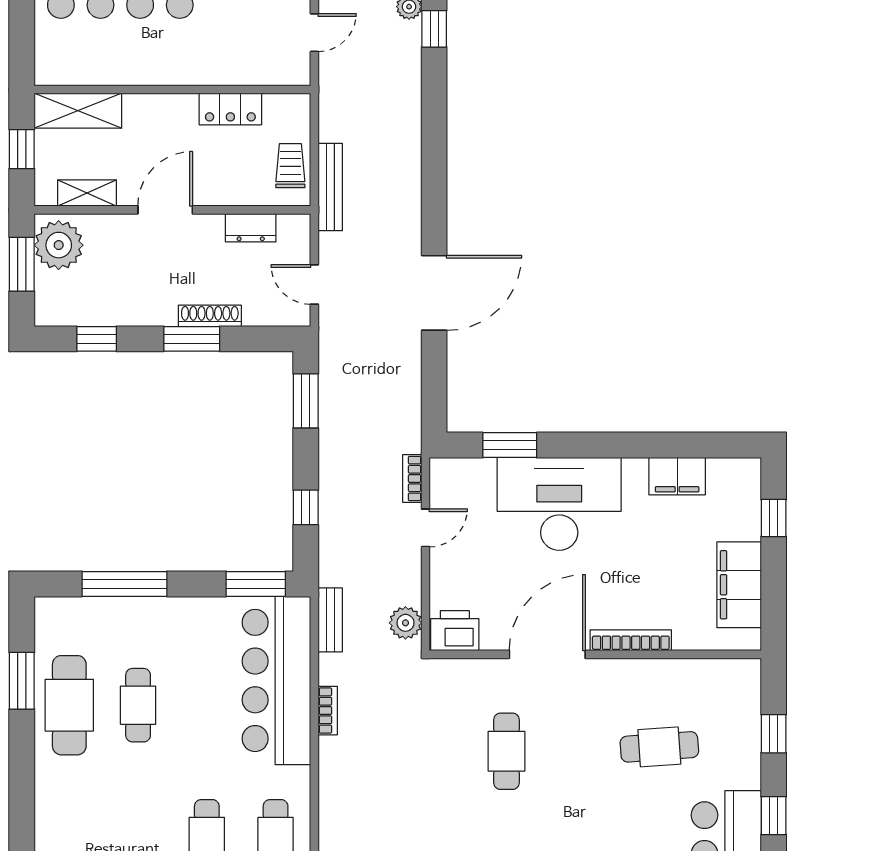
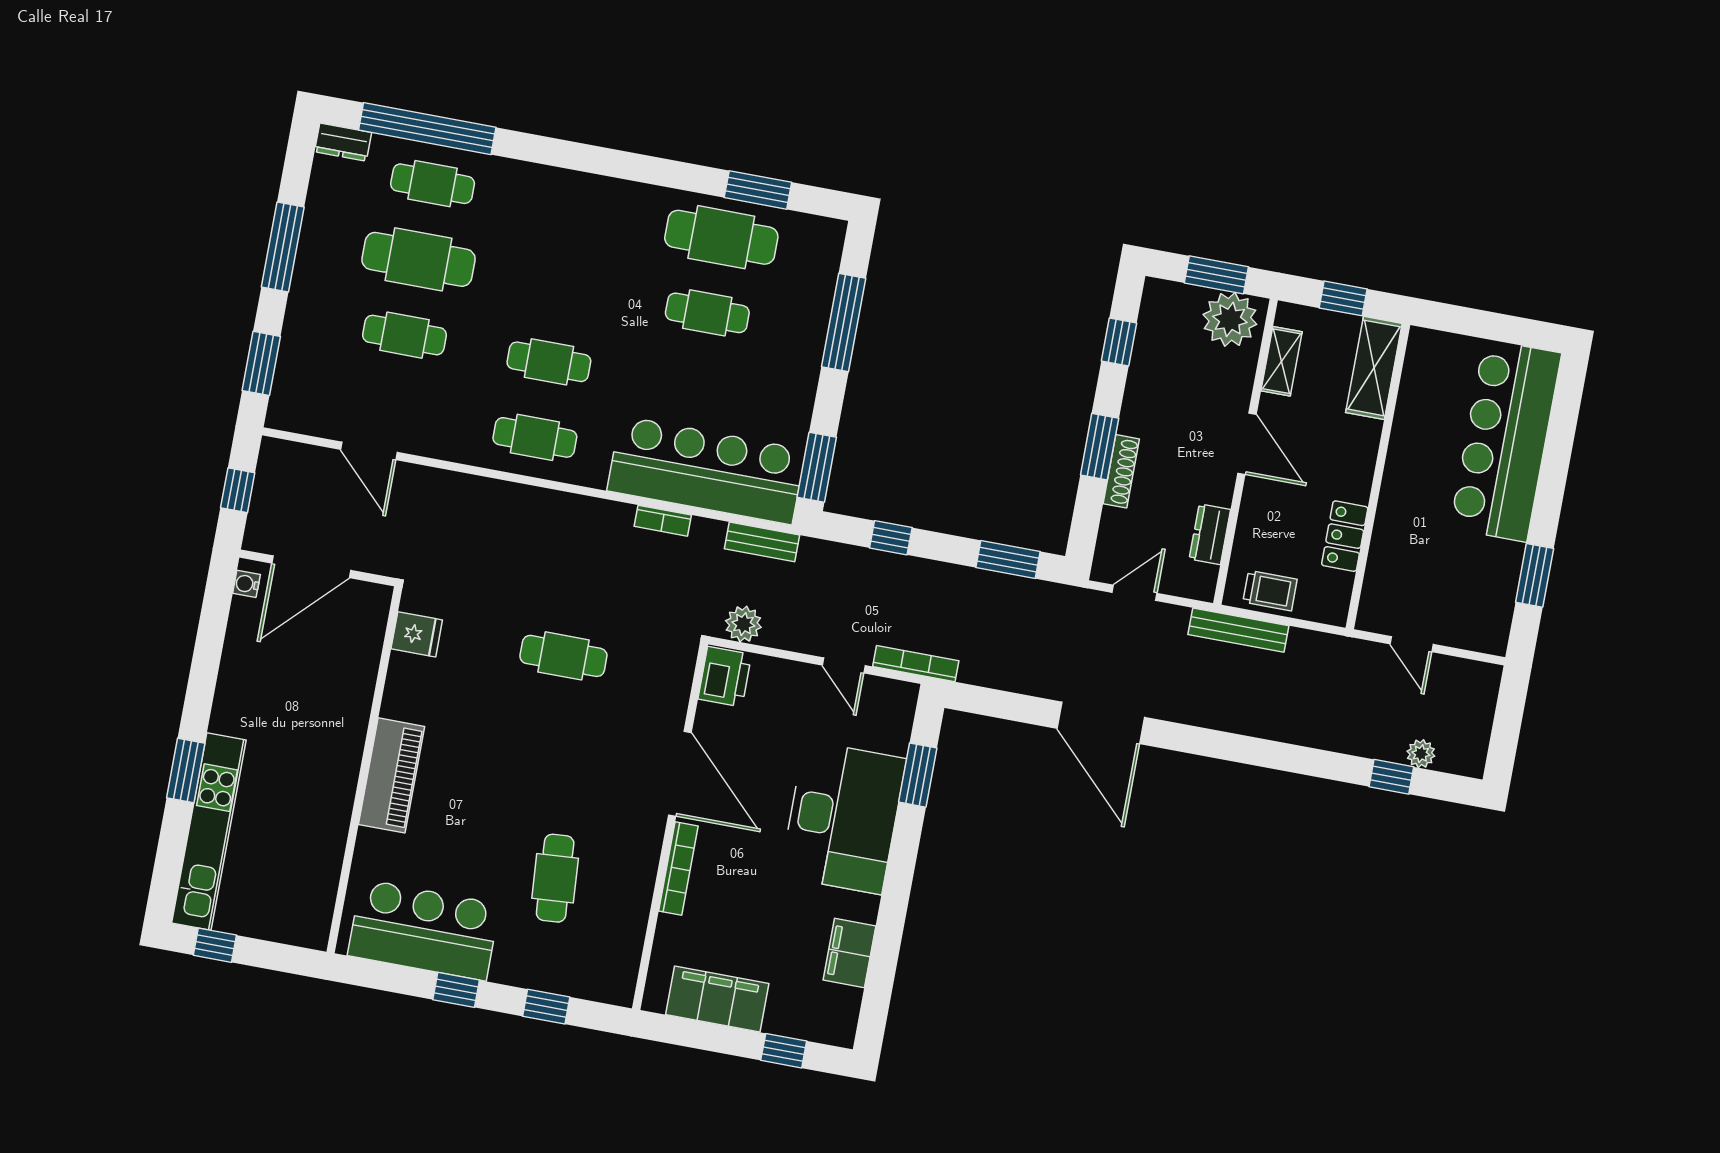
bookcase: (412, 478) -> (916, 664), width x1.56
cafe table: (506, 751) -> (563, 656), moved

